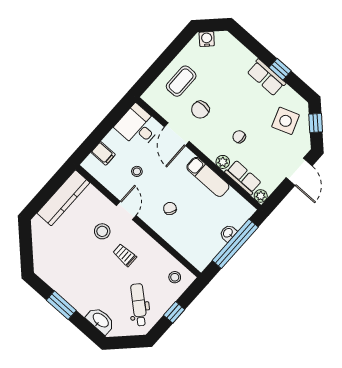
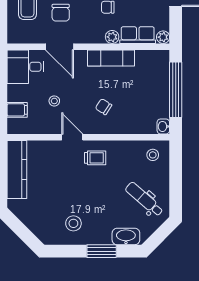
stool: (102, 231) -> (73, 223), moved
washbasin: (228, 233) -> (163, 126), moved
trolley: (125, 255) -> (95, 158), moved, turned 180
window: (61, 305) -> (102, 251), moved
window: (174, 312) -> (176, 181), removed

